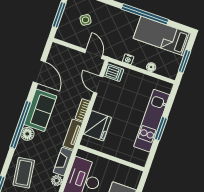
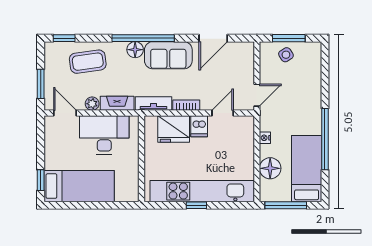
side table: (86, 20) -> (286, 55), moved
window: (184, 61) -> (286, 205), width x1.44
floor lamp: (151, 67) -> (270, 168), width x1.89, depth x1.89
dishwasher: (114, 73) -> (199, 126), moved
kitchen unit: (152, 121) -> (202, 191), width x1.36
window: (161, 129) -> (196, 205), width x0.67

